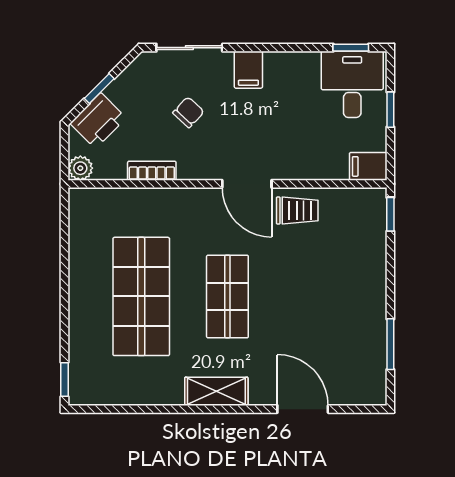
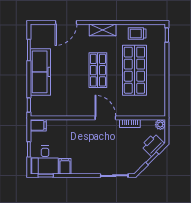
filing cabinet: (248, 70) -> (65, 166), moved
chair: (188, 112) -> (114, 148), removed
door: (247, 184) -> (105, 118), moved
trolley: (297, 210) -> (137, 34), moved
freezer: (363, 292) -> (40, 72), added
door: (303, 409) -> (66, 22), hinge flipped

